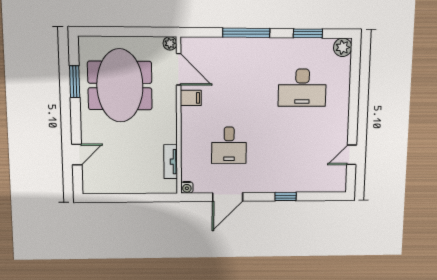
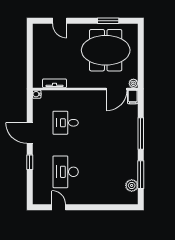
window: (308, 33) -> (141, 175), width x1.44
plant: (343, 47) -> (132, 185), moved
desk: (302, 88) -> (66, 172), moved
filing cabinet: (191, 98) -> (133, 97), moved
door: (228, 197) -> (30, 133), moved

